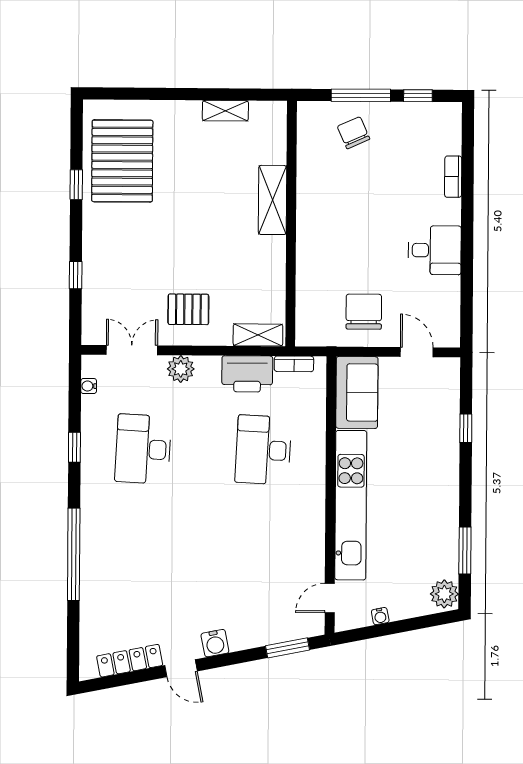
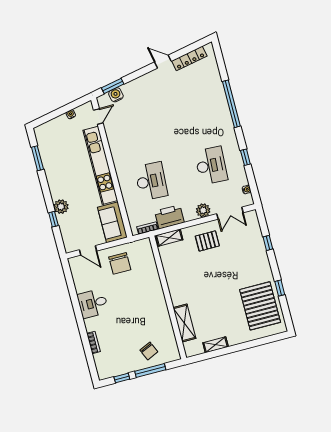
shelving: (272, 200) -> (184, 323), moved
plant: (444, 594) -> (61, 207), moved
water cooler: (215, 643) -> (116, 95), moved

